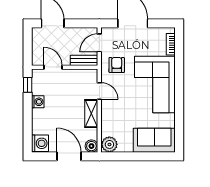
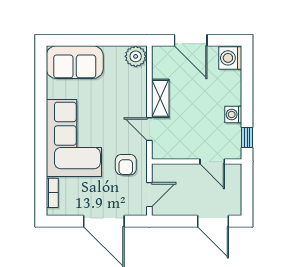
bench: (84, 60) -> (170, 171), removed
boiler: (91, 146) -> (160, 54), removed

